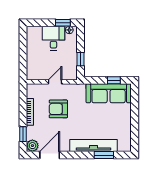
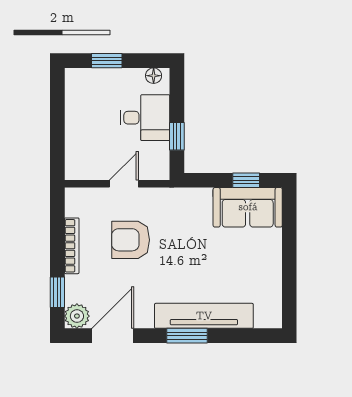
window: (63, 23) -> (107, 61), moved
desk: (53, 38) -> (145, 118), moved, turned 90
sofa: (109, 93) -> (248, 207), width x0.73
window: (104, 155) -> (187, 336), moved

